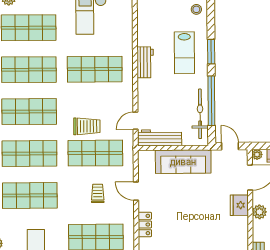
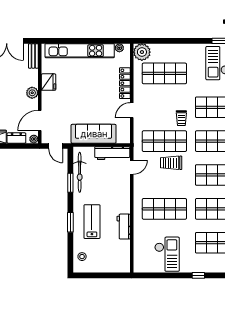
workbench: (145, 62) -> (124, 227), moved
window: (211, 101) -> (70, 183), width x0.47
door: (136, 191) -> (132, 110), swing flipped
trolley: (98, 193) -> (181, 118), moved
fridge: (239, 205) -> (49, 82), moved
locker: (145, 225) -> (125, 83), width x1.53

